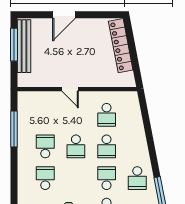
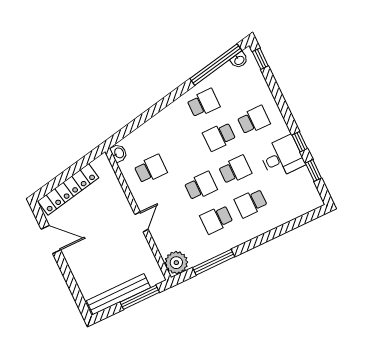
door: (64, 15) -> (51, 239), moved
window: (14, 45) -> (140, 297), moved
washbasin: (130, 97) -> (119, 153), added
plant: (27, 101) -> (176, 263), added
school desk: (107, 146) -> (235, 170), moved

